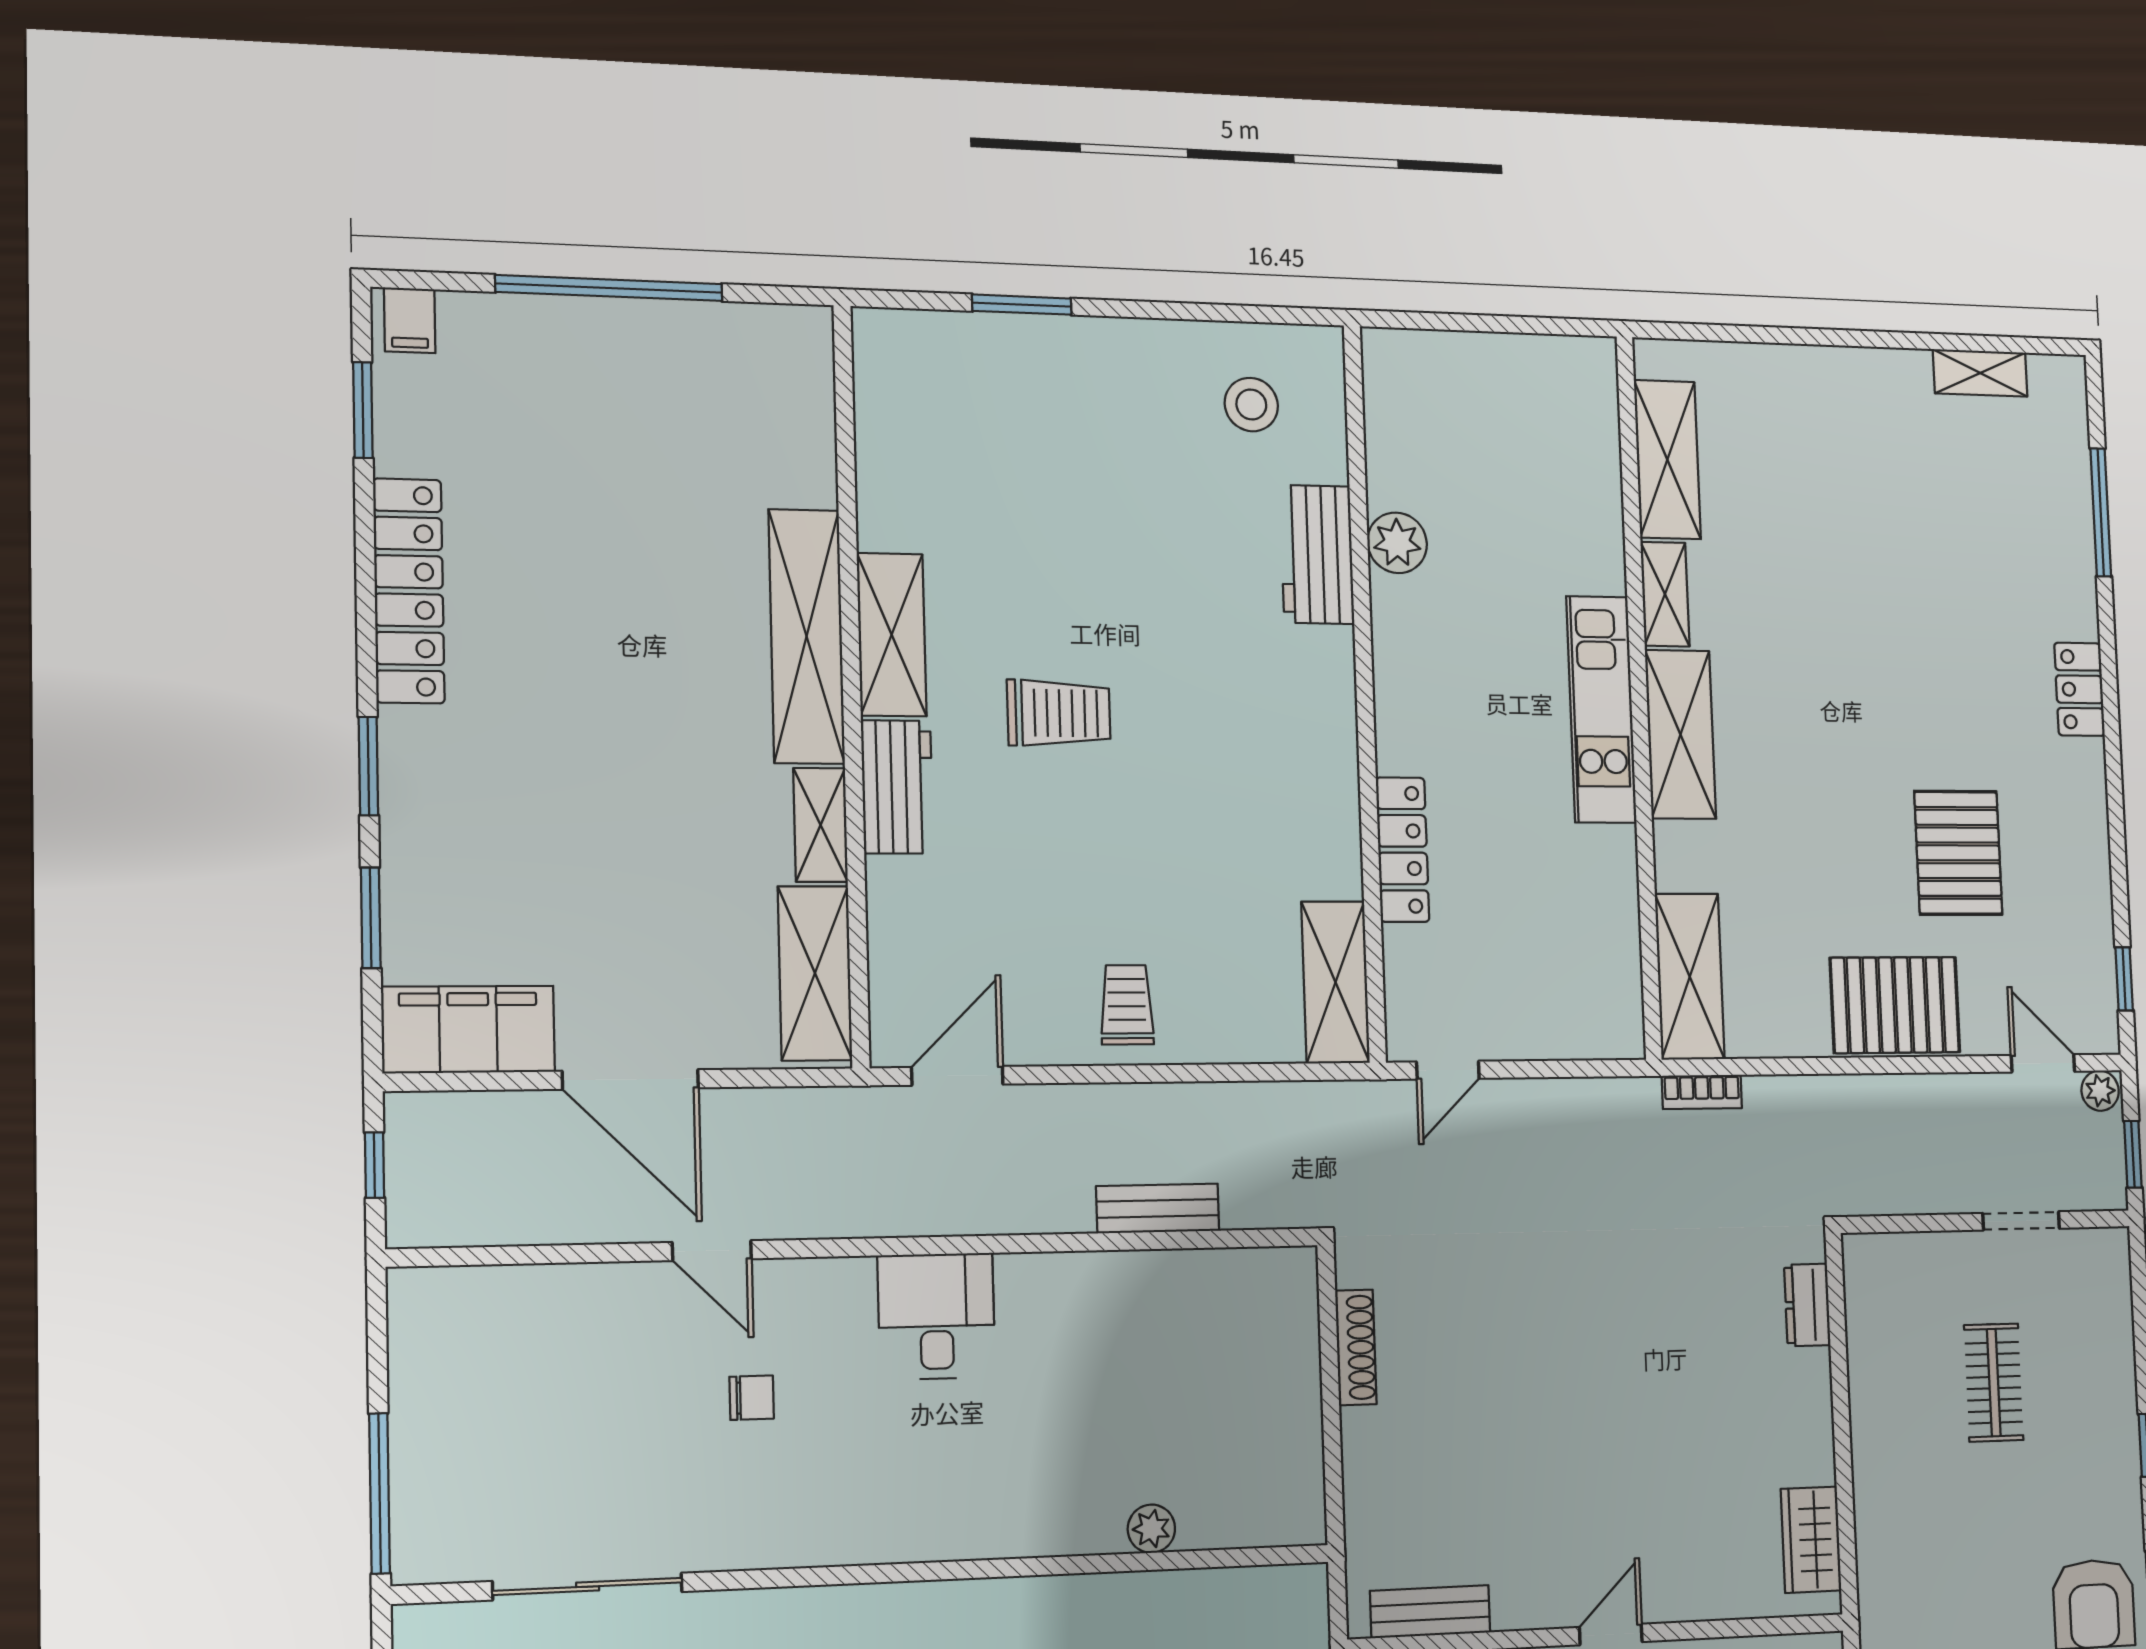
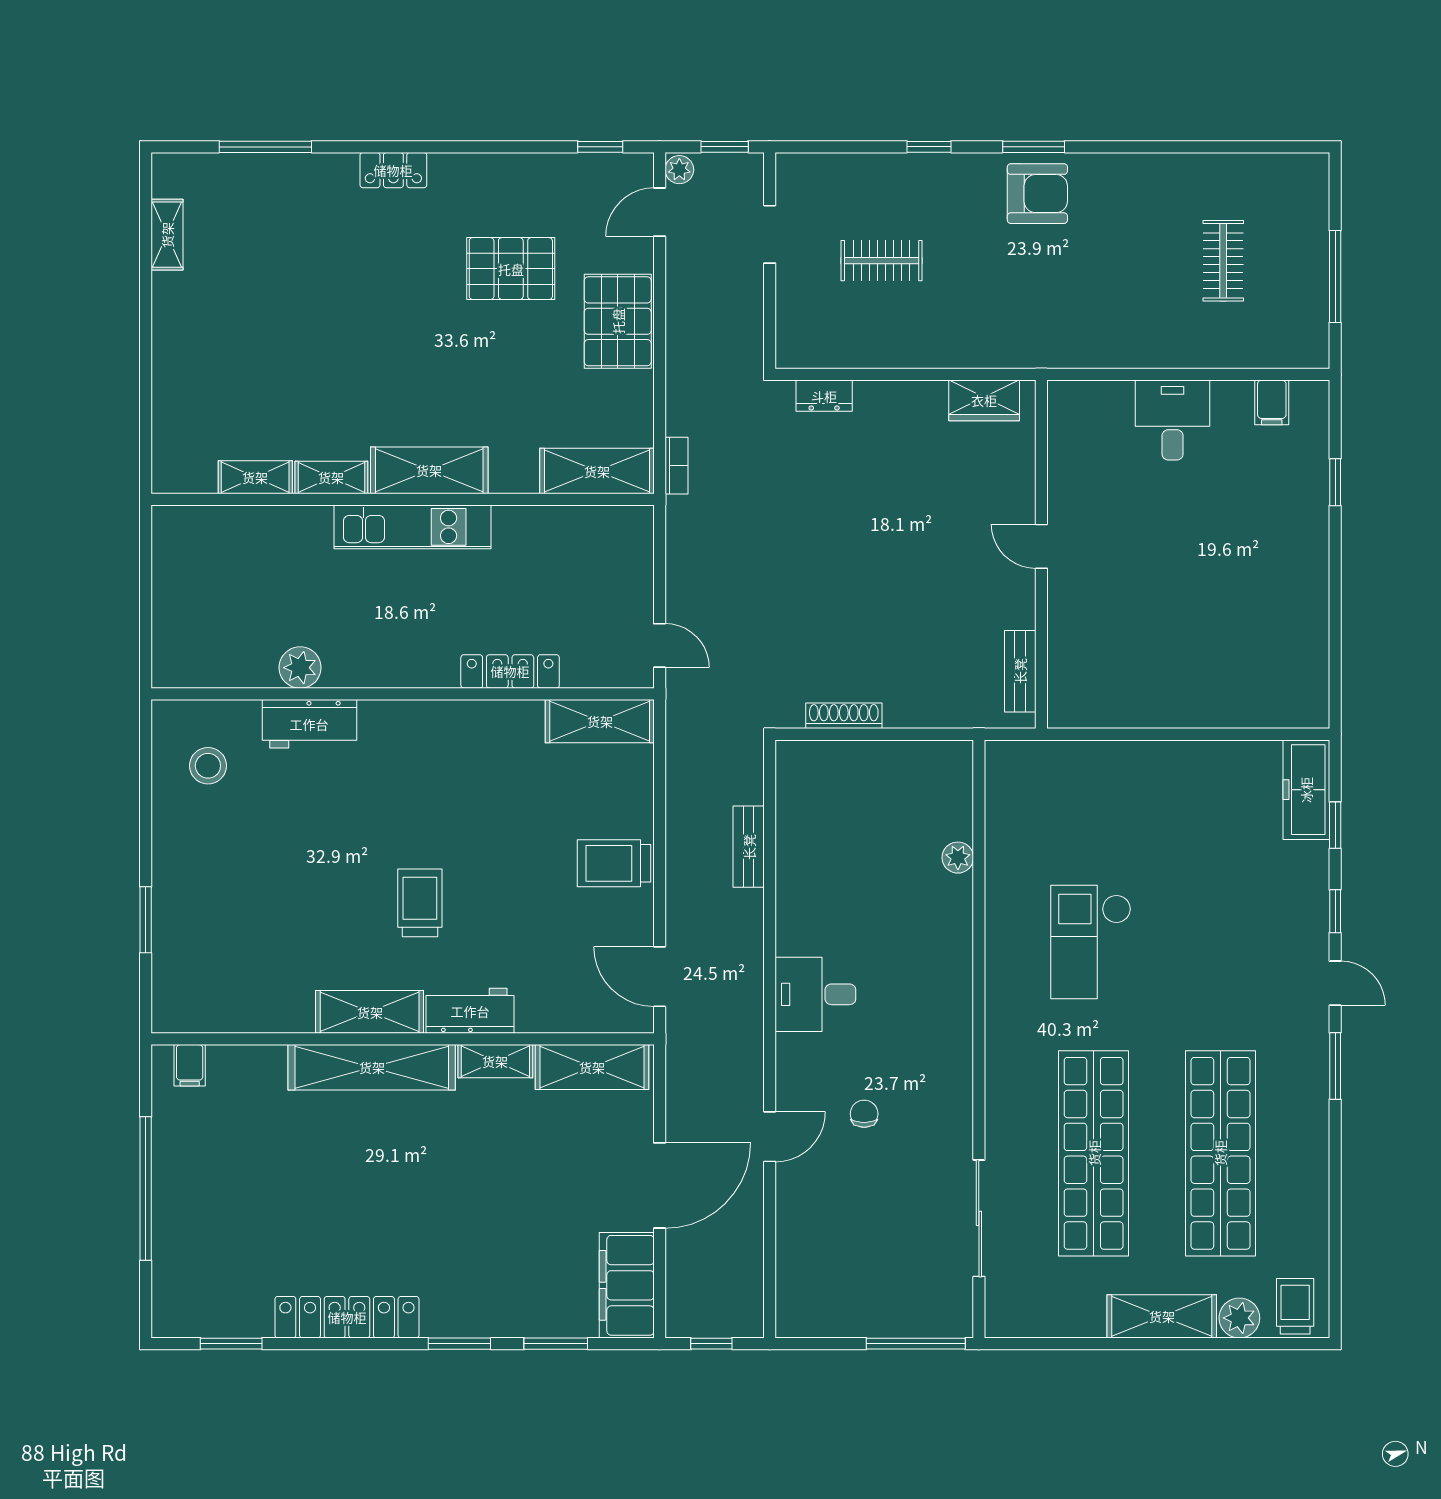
filing cabinet: (410, 320) -> (190, 1065), moved, turned 90
shelving: (1667, 460) -> (255, 477), width x0.67, depth x0.75
trolley: (1127, 1005) -> (614, 863), width x1.36, depth x1.39

